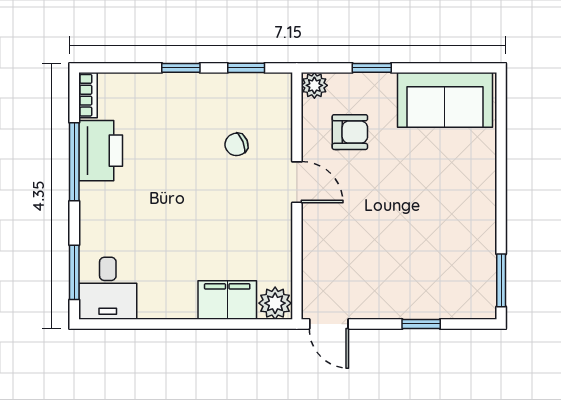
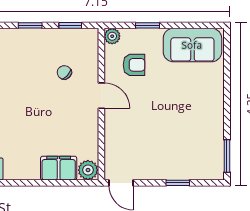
chair: (236, 144) -> (64, 72), turned 64

